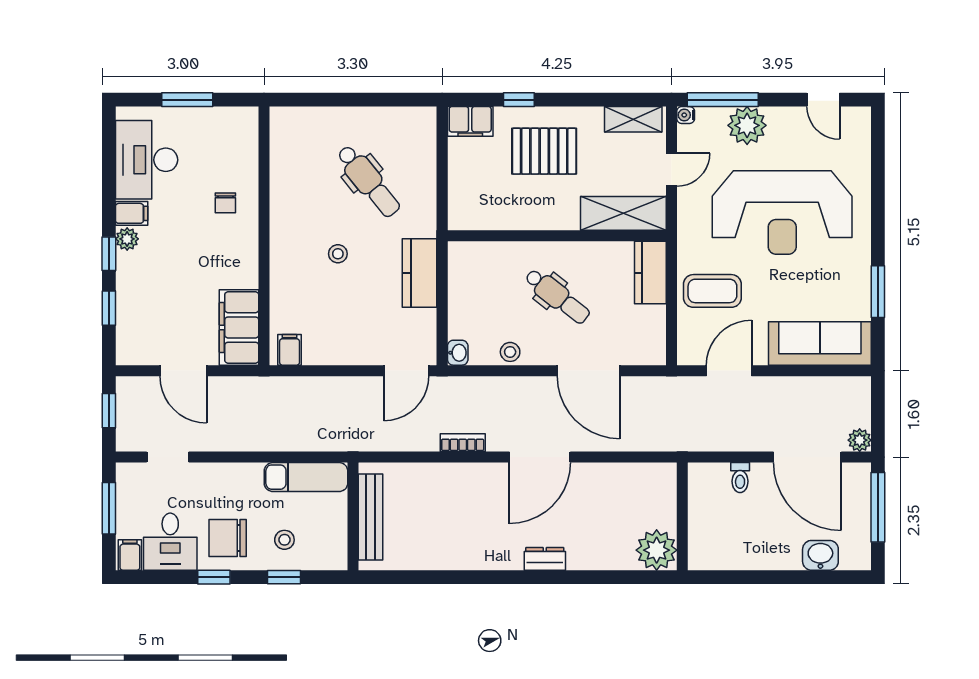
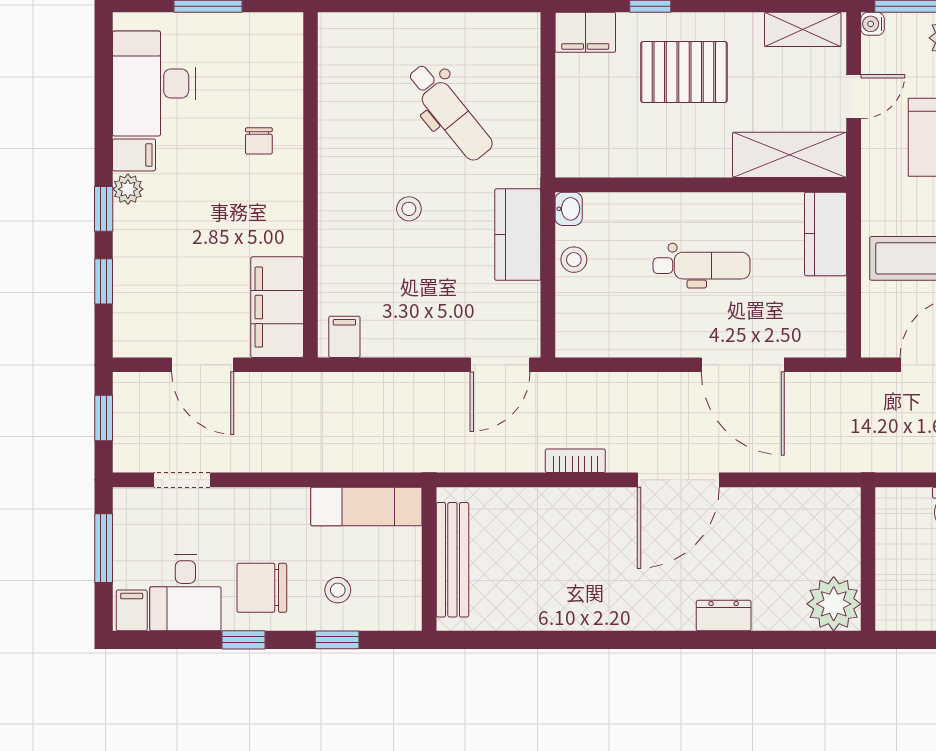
dental chair: (557, 296) -> (702, 266), turned -38
stool: (510, 352) -> (574, 260), moved
washbasin: (458, 353) -> (569, 209), moved
dresser: (545, 559) -> (724, 616), moved

